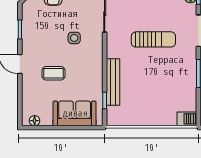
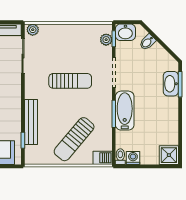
sun lounger: (157, 100) -> (74, 139), added

